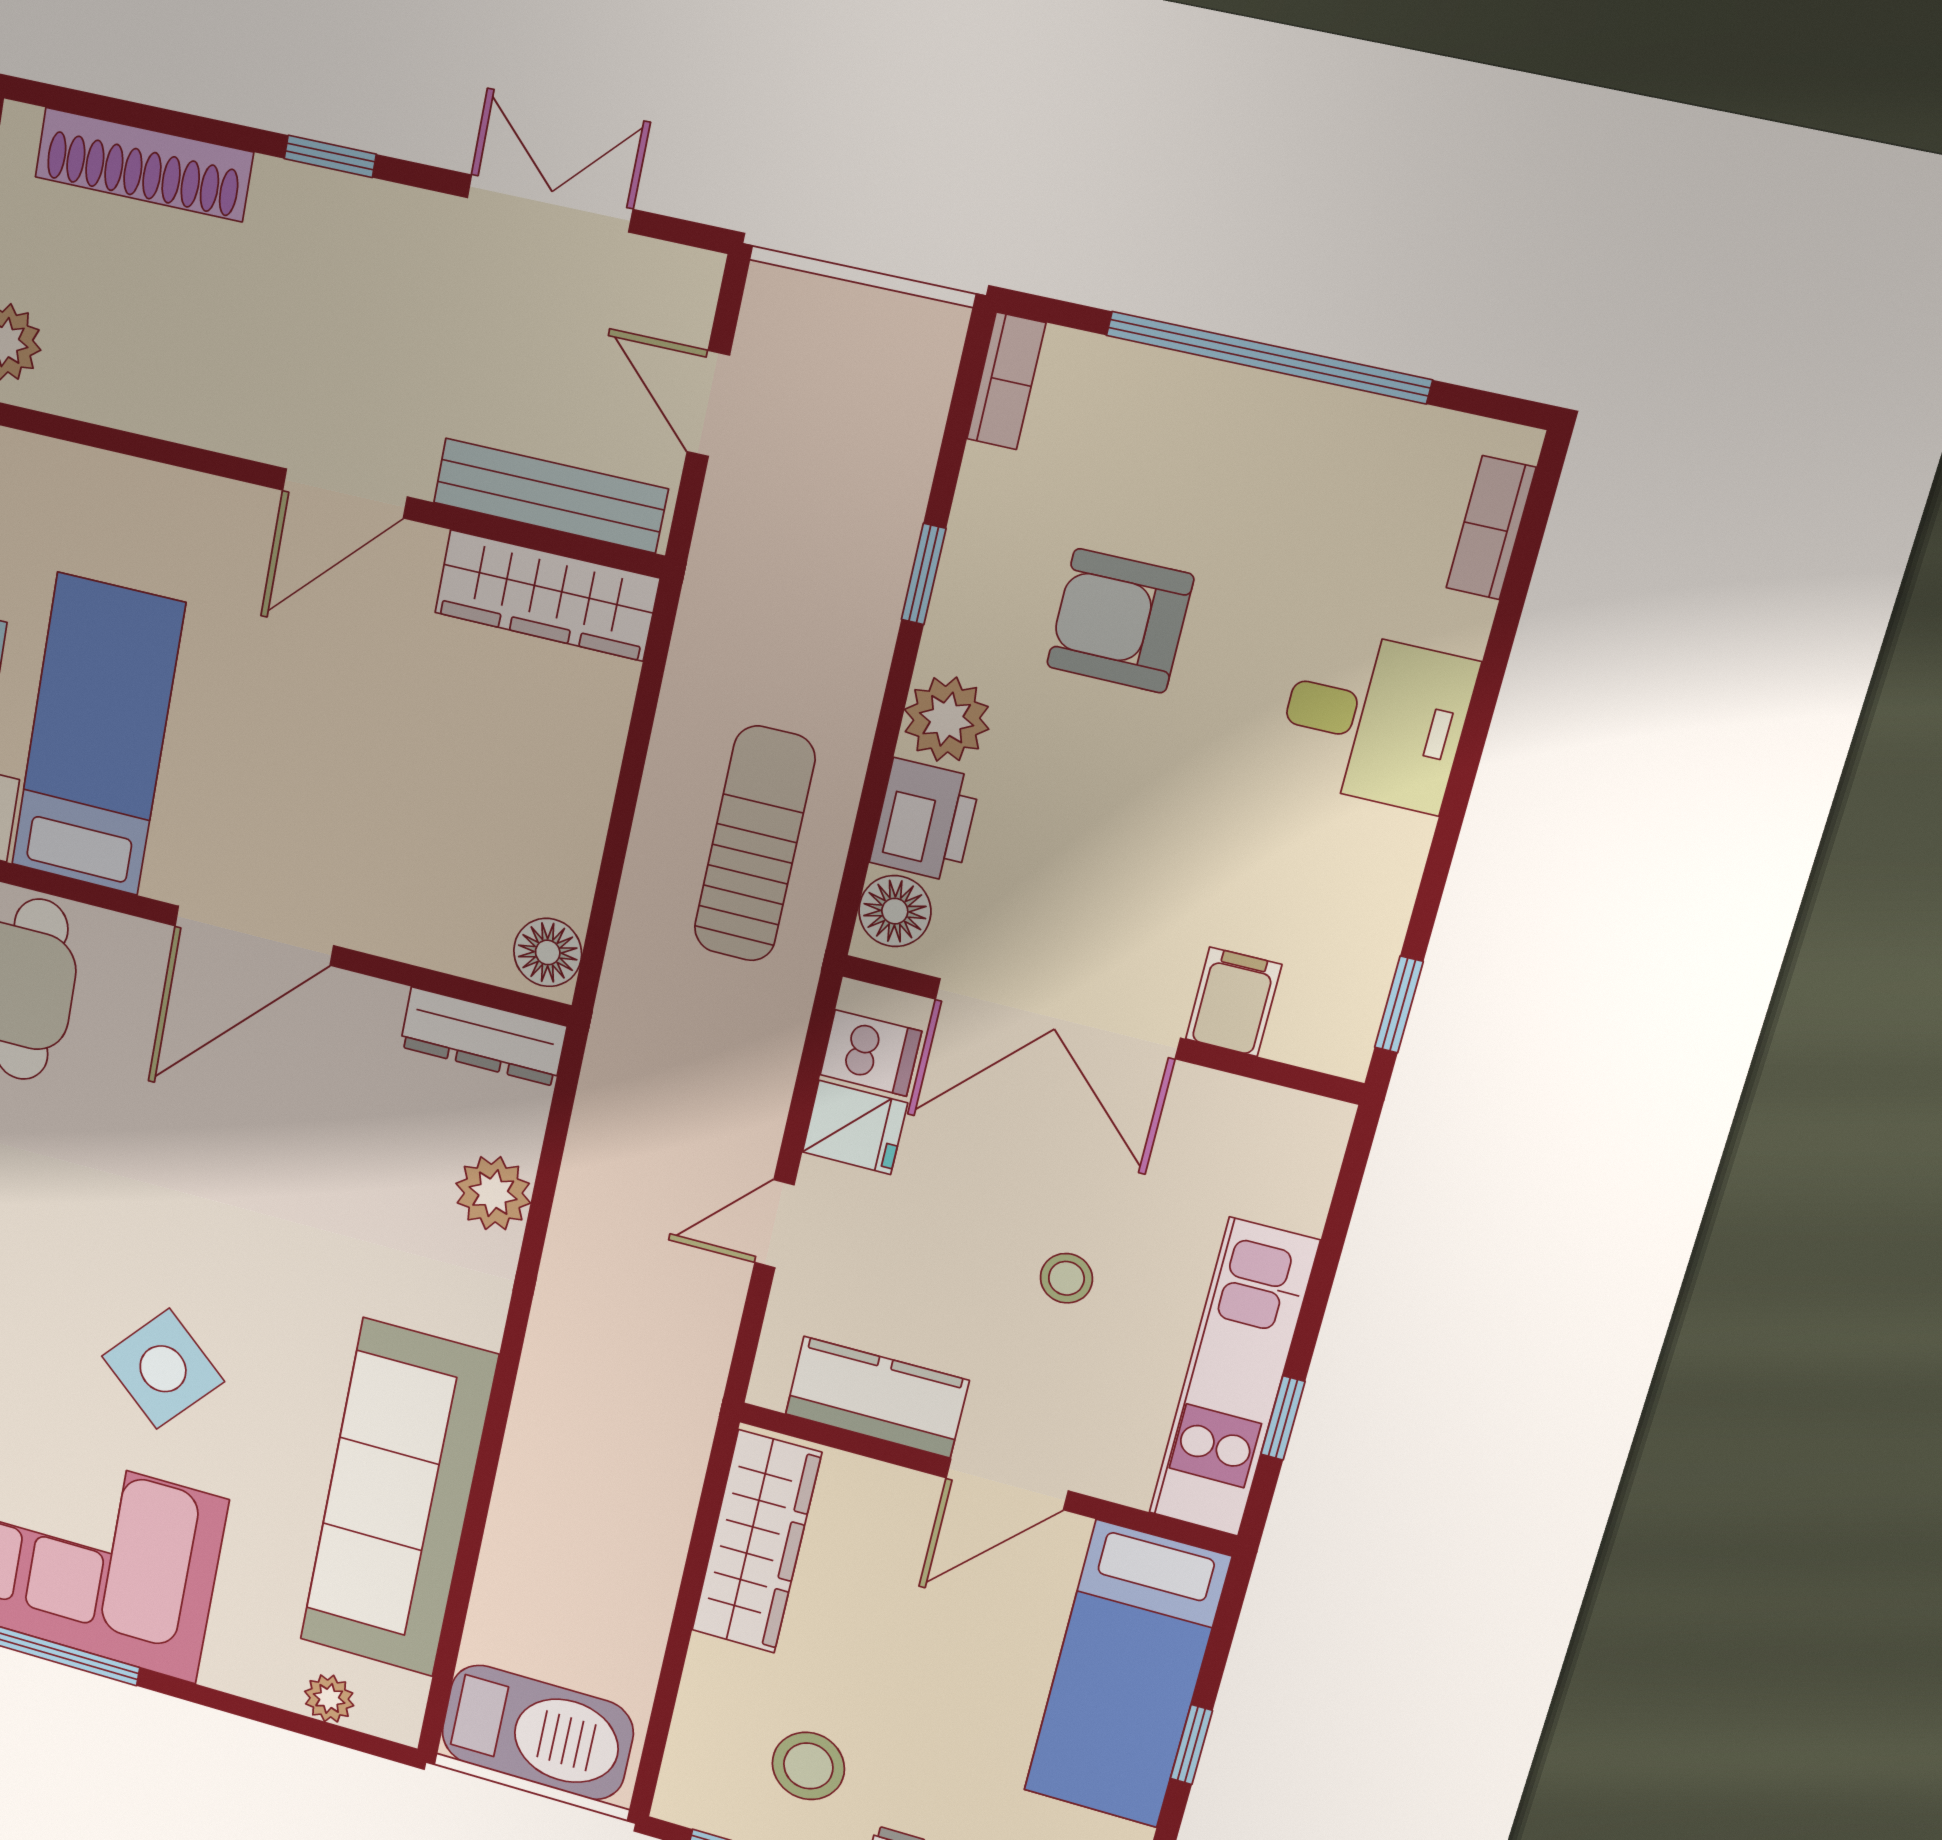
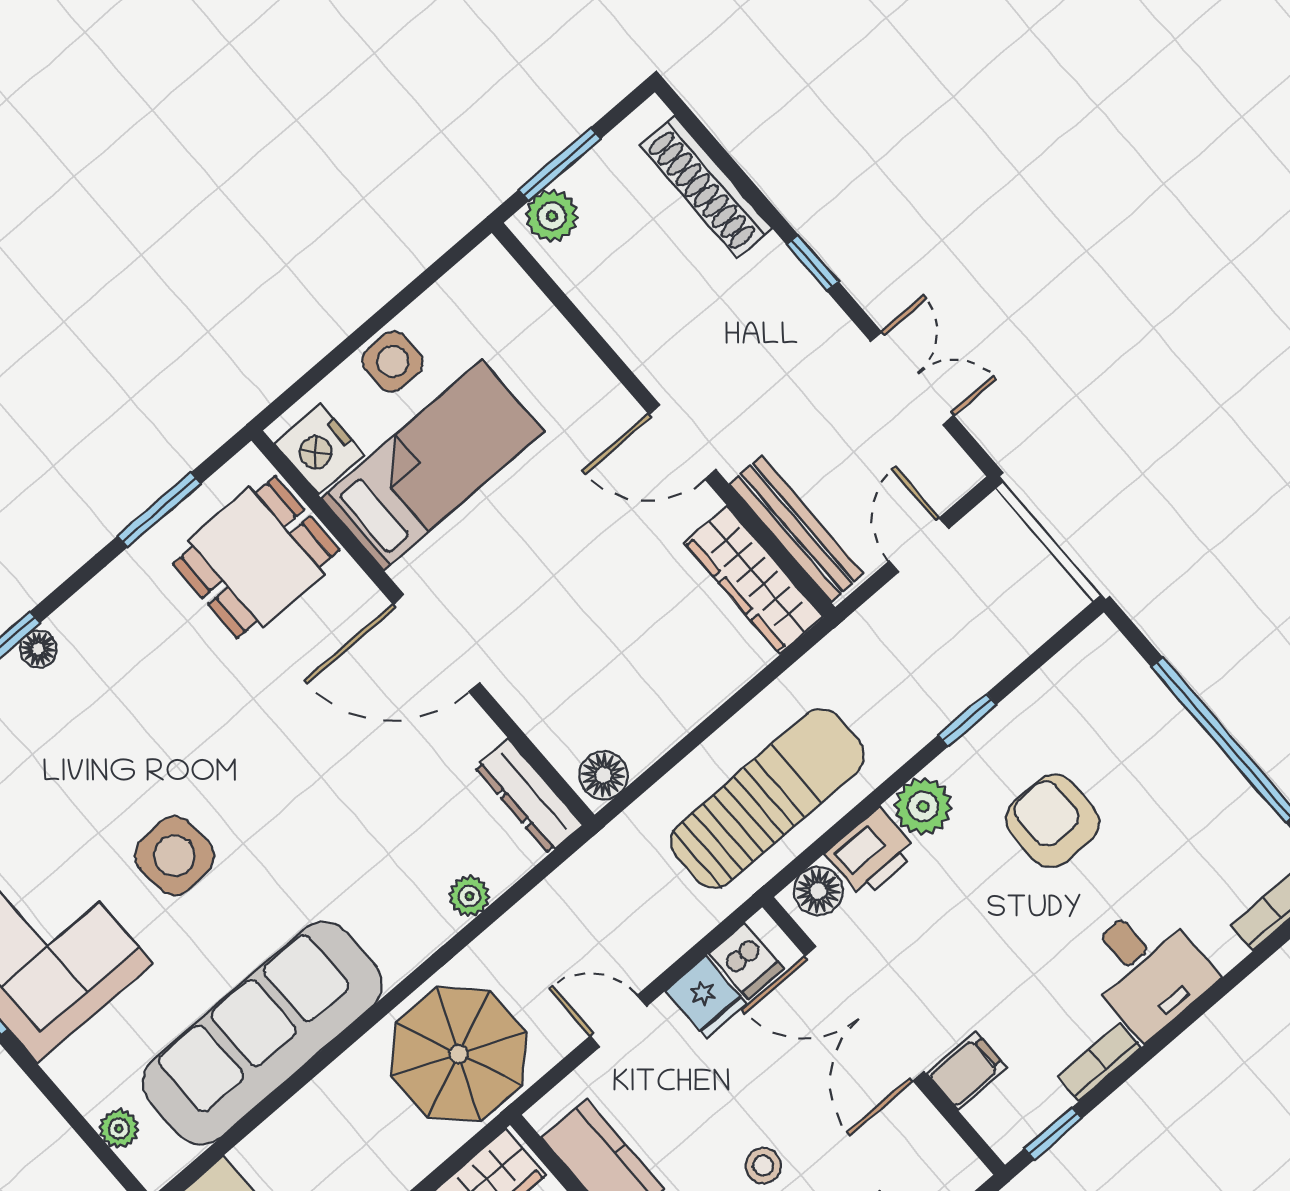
bookcase: (1006, 381) -> (1099, 1062), moved, turned 180
sun lounger: (754, 844) -> (767, 799), width x1.36, depth x1.34
plant: (493, 1193) -> (469, 896), width x0.73, depth x0.73
side table: (163, 1369) -> (174, 856), turned 45
parasol: (624, 1381) -> (459, 1054), added

